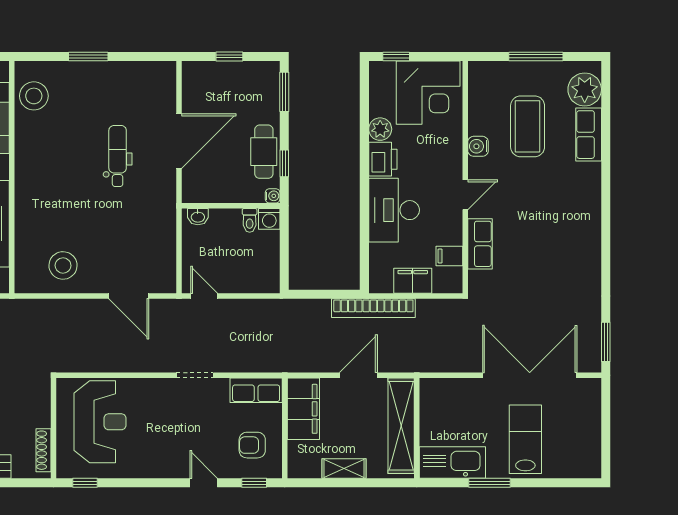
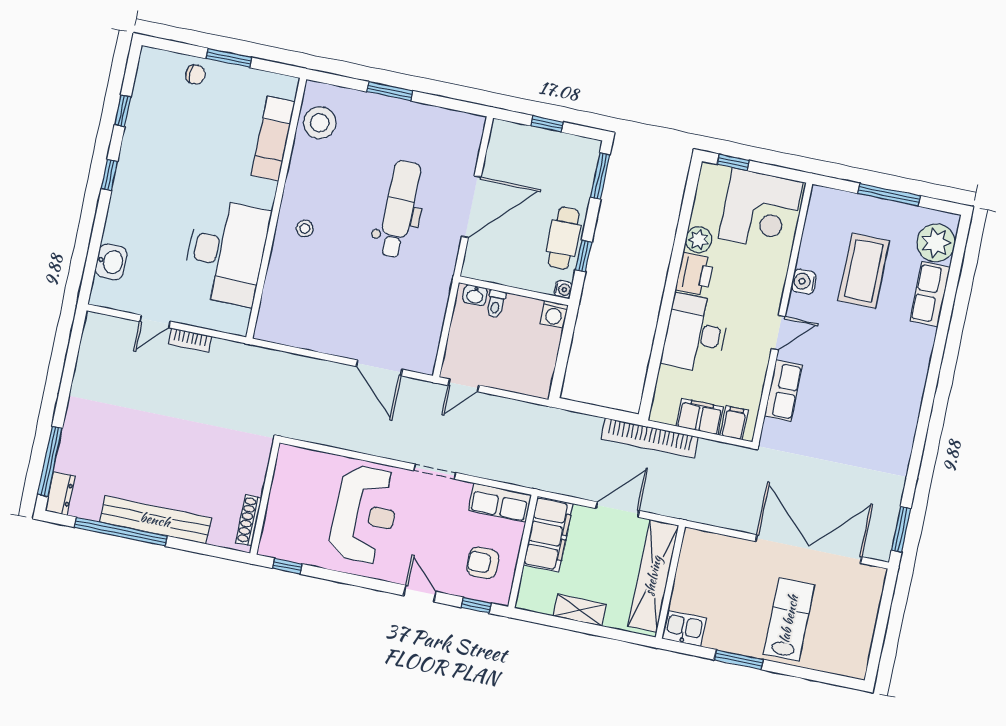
dental chair: (118, 156) -> (399, 209), width x1.36, depth x1.38
toilet: (250, 220) -> (496, 304), moved
filing cabinet: (449, 256) -> (734, 423), moved, turned 90
stool: (63, 265) -> (305, 228), moved, width x0.53, depth x0.53
door: (204, 296) -> (464, 385), swing flipped
reception desk: (100, 422) -> (365, 514), moved
kitchen sink: (452, 463) -> (684, 628), width x0.53, depth x0.81

